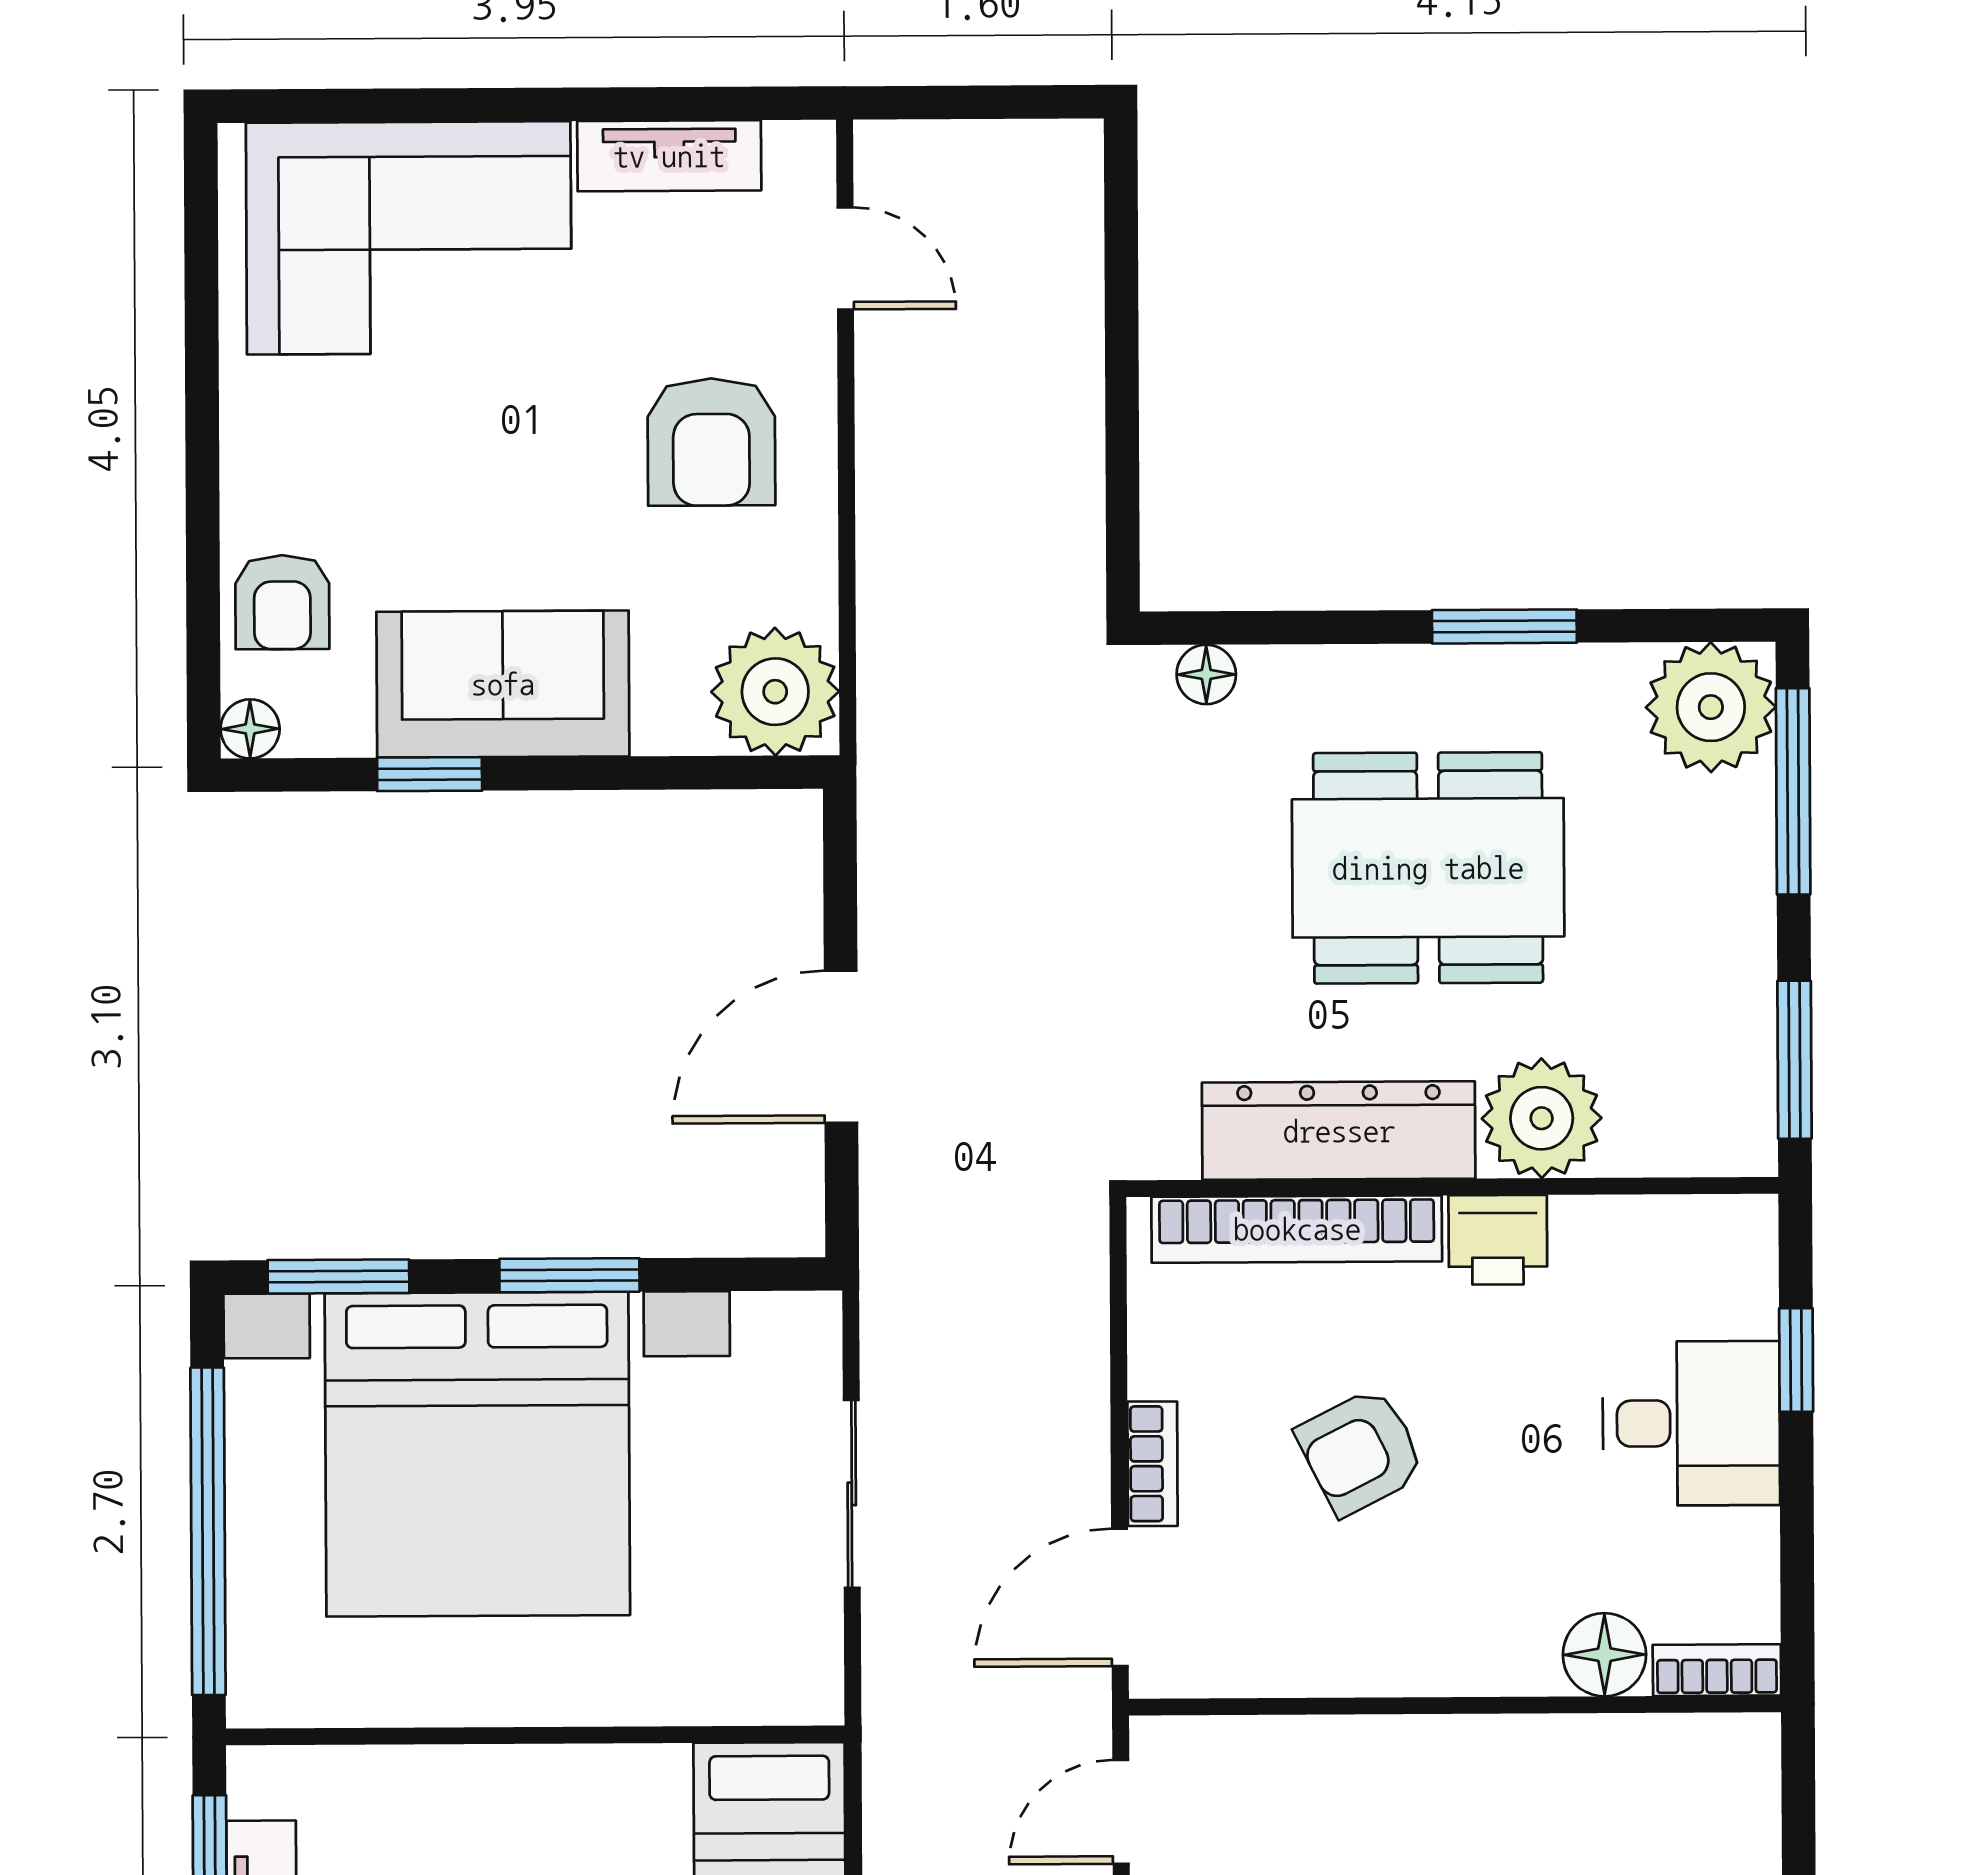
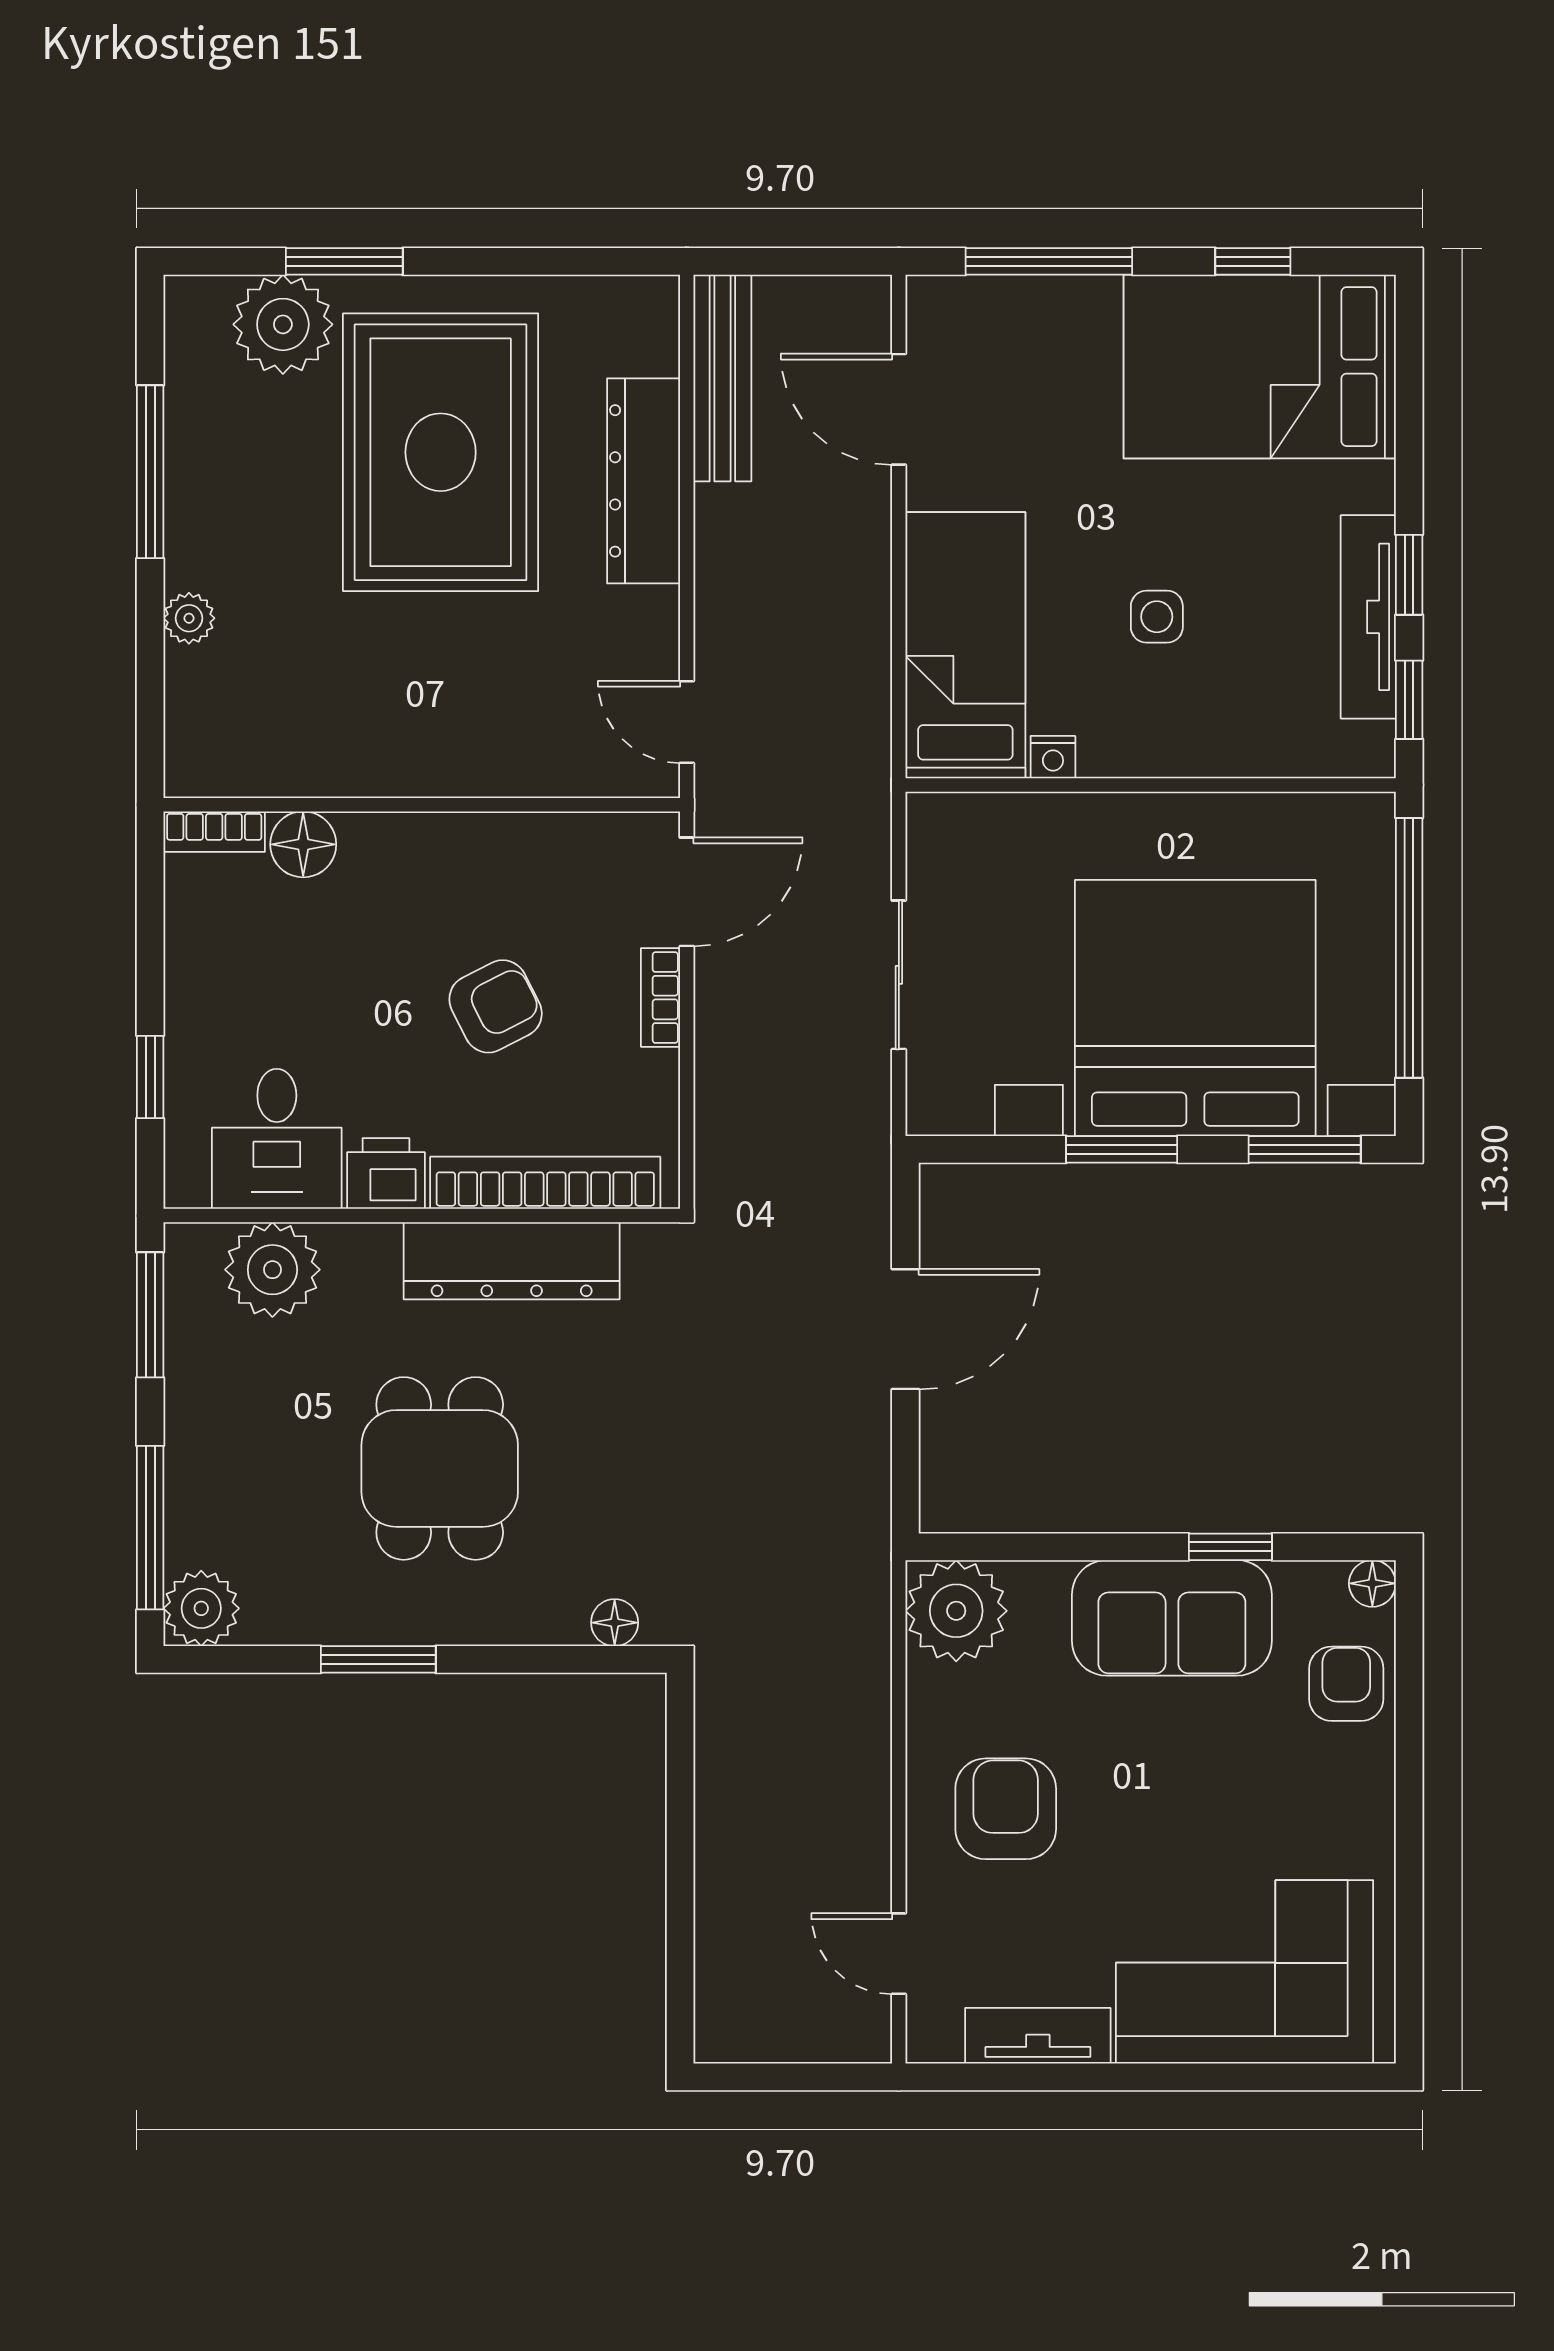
plant: (1711, 707) -> (201, 1608), width x0.73, depth x0.73
dining table: (1428, 868) -> (440, 1468), width x0.73
plant: (1542, 1118) -> (272, 1270), moved
desk: (1691, 1423) -> (277, 1139), moved, turned -90
nightstand: (659, 1770) -> (1053, 757), added
door: (1121, 1812) -> (687, 722), swing flipped

